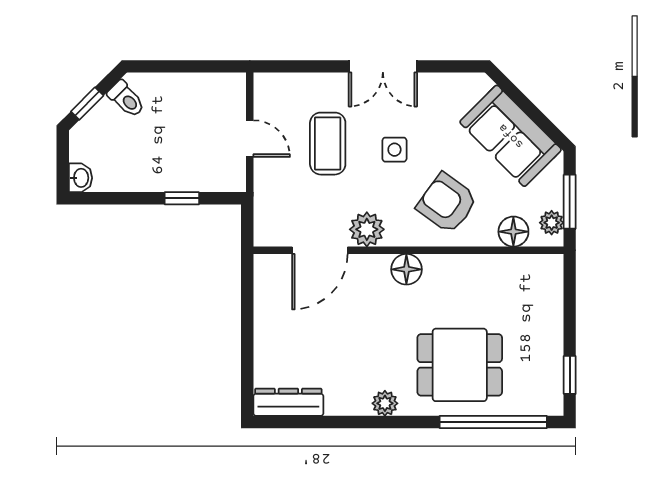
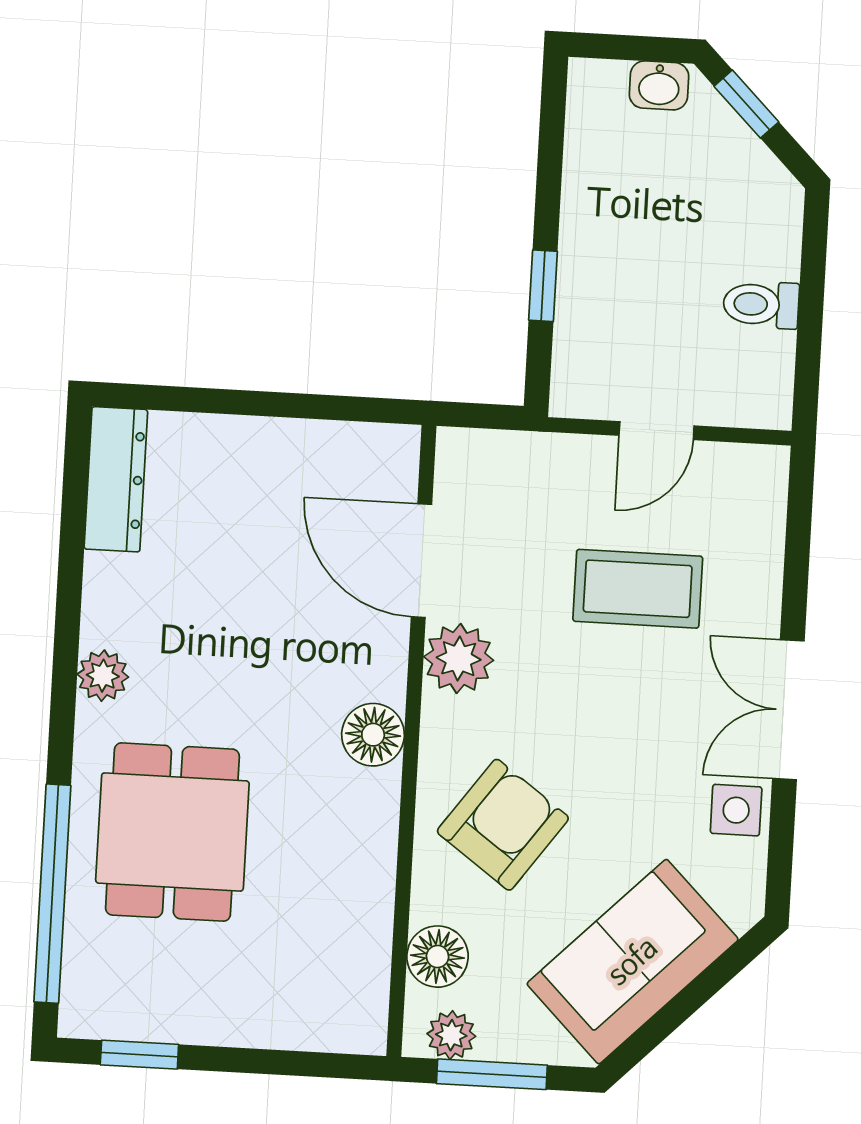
toilet: (126, 99) -> (761, 305), moved, turned 45
side table: (394, 150) -> (736, 810), moved
washbasin: (80, 178) -> (659, 85), moved

